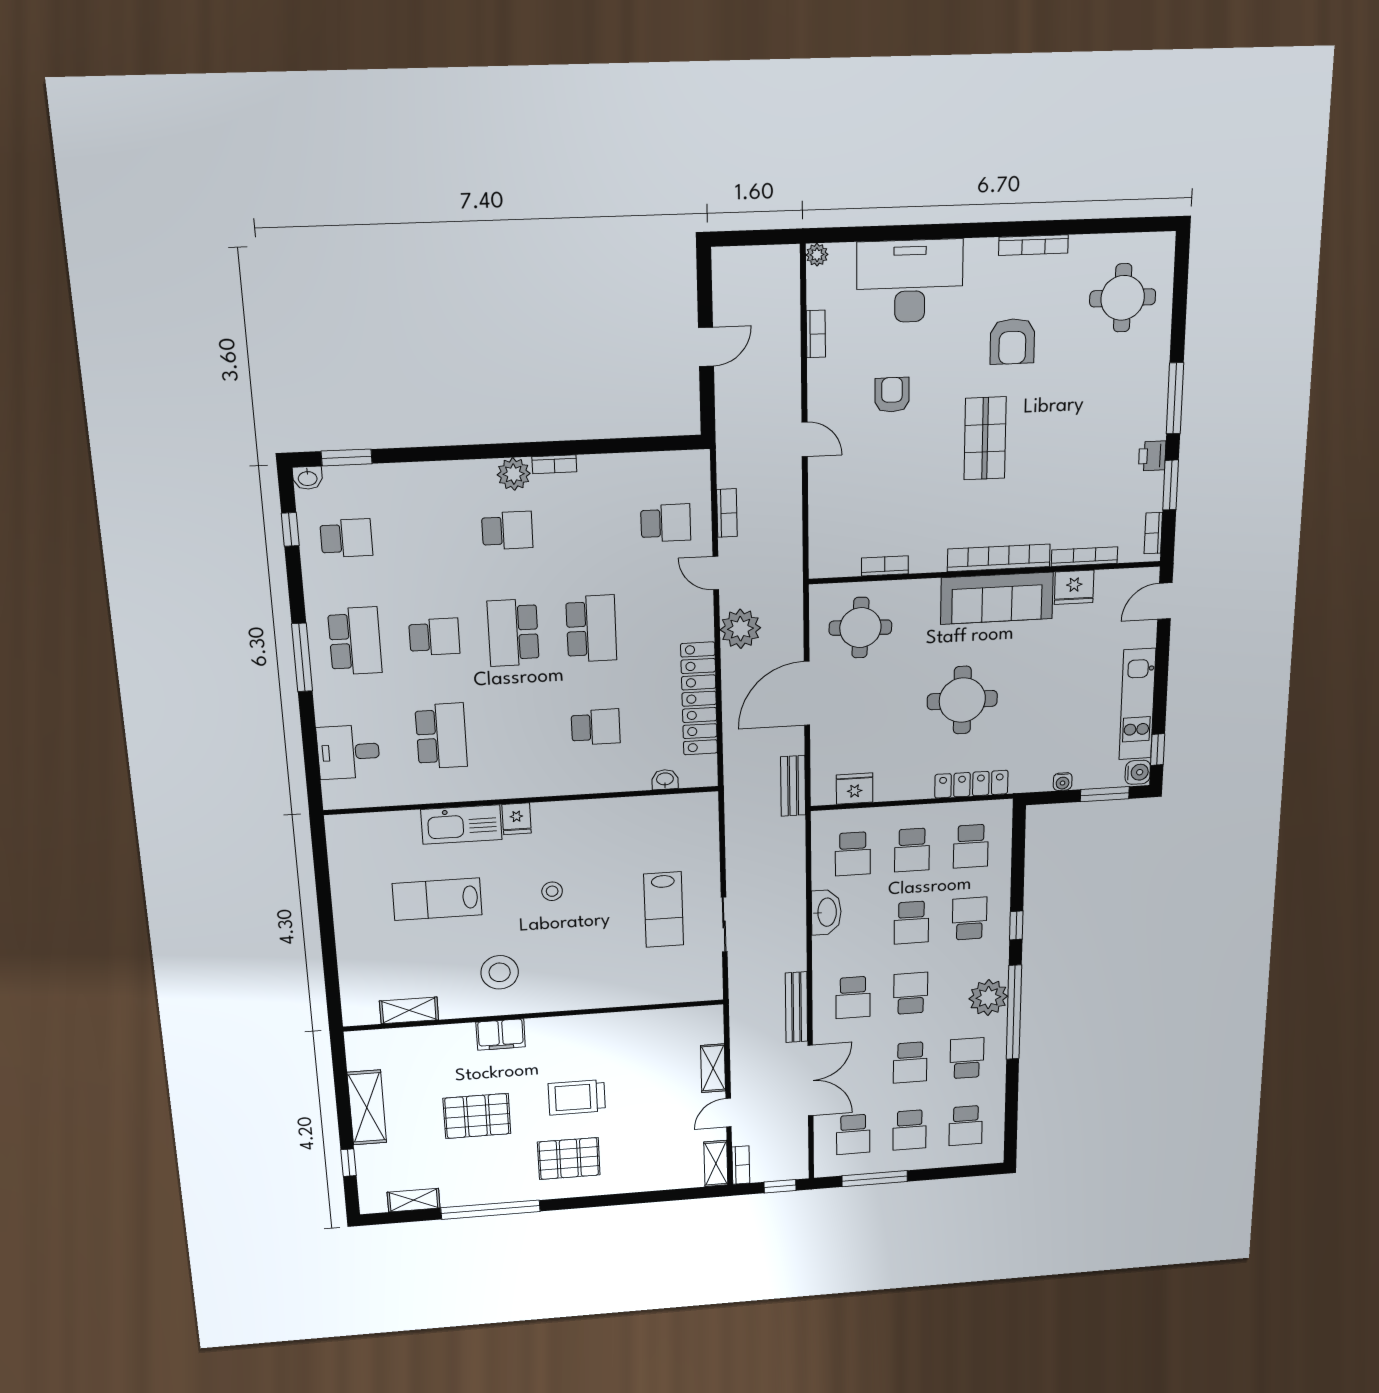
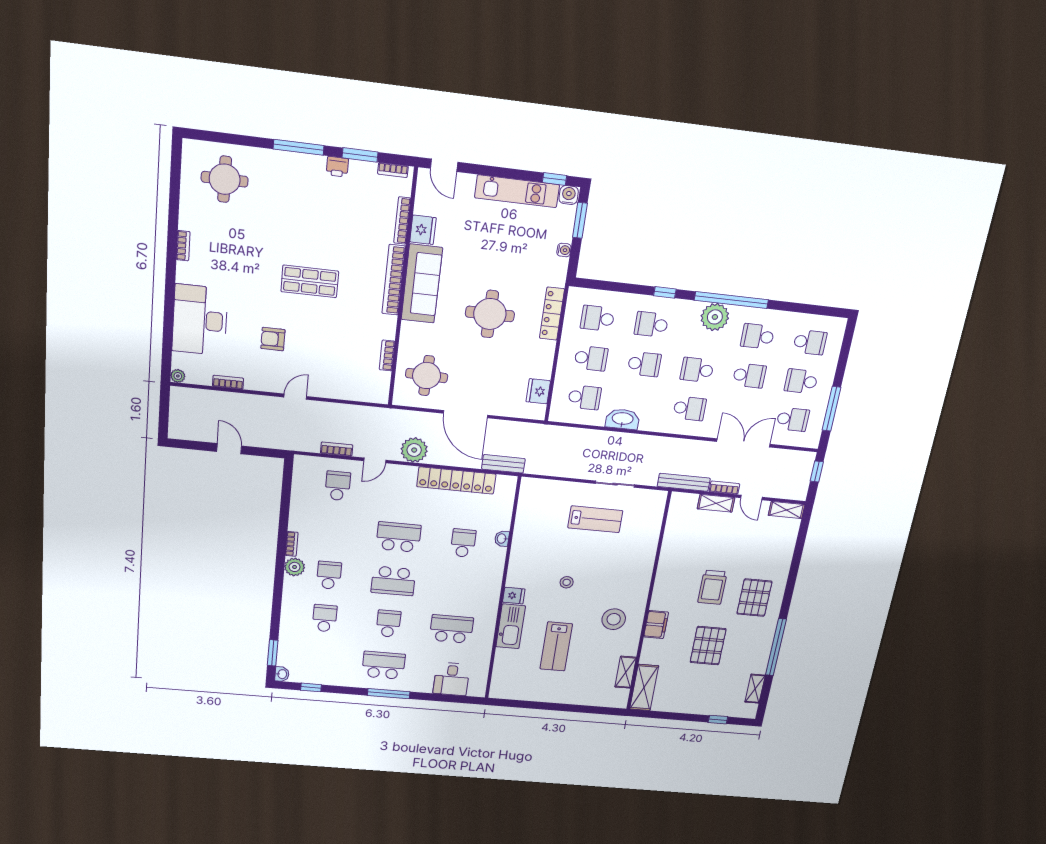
bookcase: (1033, 245) -> (183, 246), width x0.64
armchair: (1012, 341) -> (246, 257), removed
school desk: (346, 538) -> (325, 618), moved
washbasin: (665, 780) -> (502, 539), moved
bench: (793, 786) -> (503, 464), moved
school desk: (971, 846) -> (597, 318), turned 180
bench: (796, 1007) -> (684, 482), moved
shelving: (367, 1107) -> (644, 687), moved, turned 90
school desk: (910, 1130) -> (801, 381), turned 180
bookcase: (741, 1165) -> (724, 488), moved

